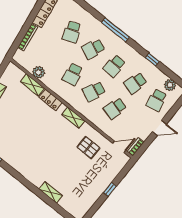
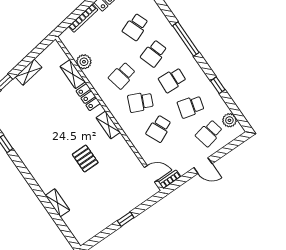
school desk: (93, 49) -> (154, 53), turned -42
school desk: (115, 108) -> (159, 129), turned -39
pallet: (88, 147) -> (85, 159), moved

